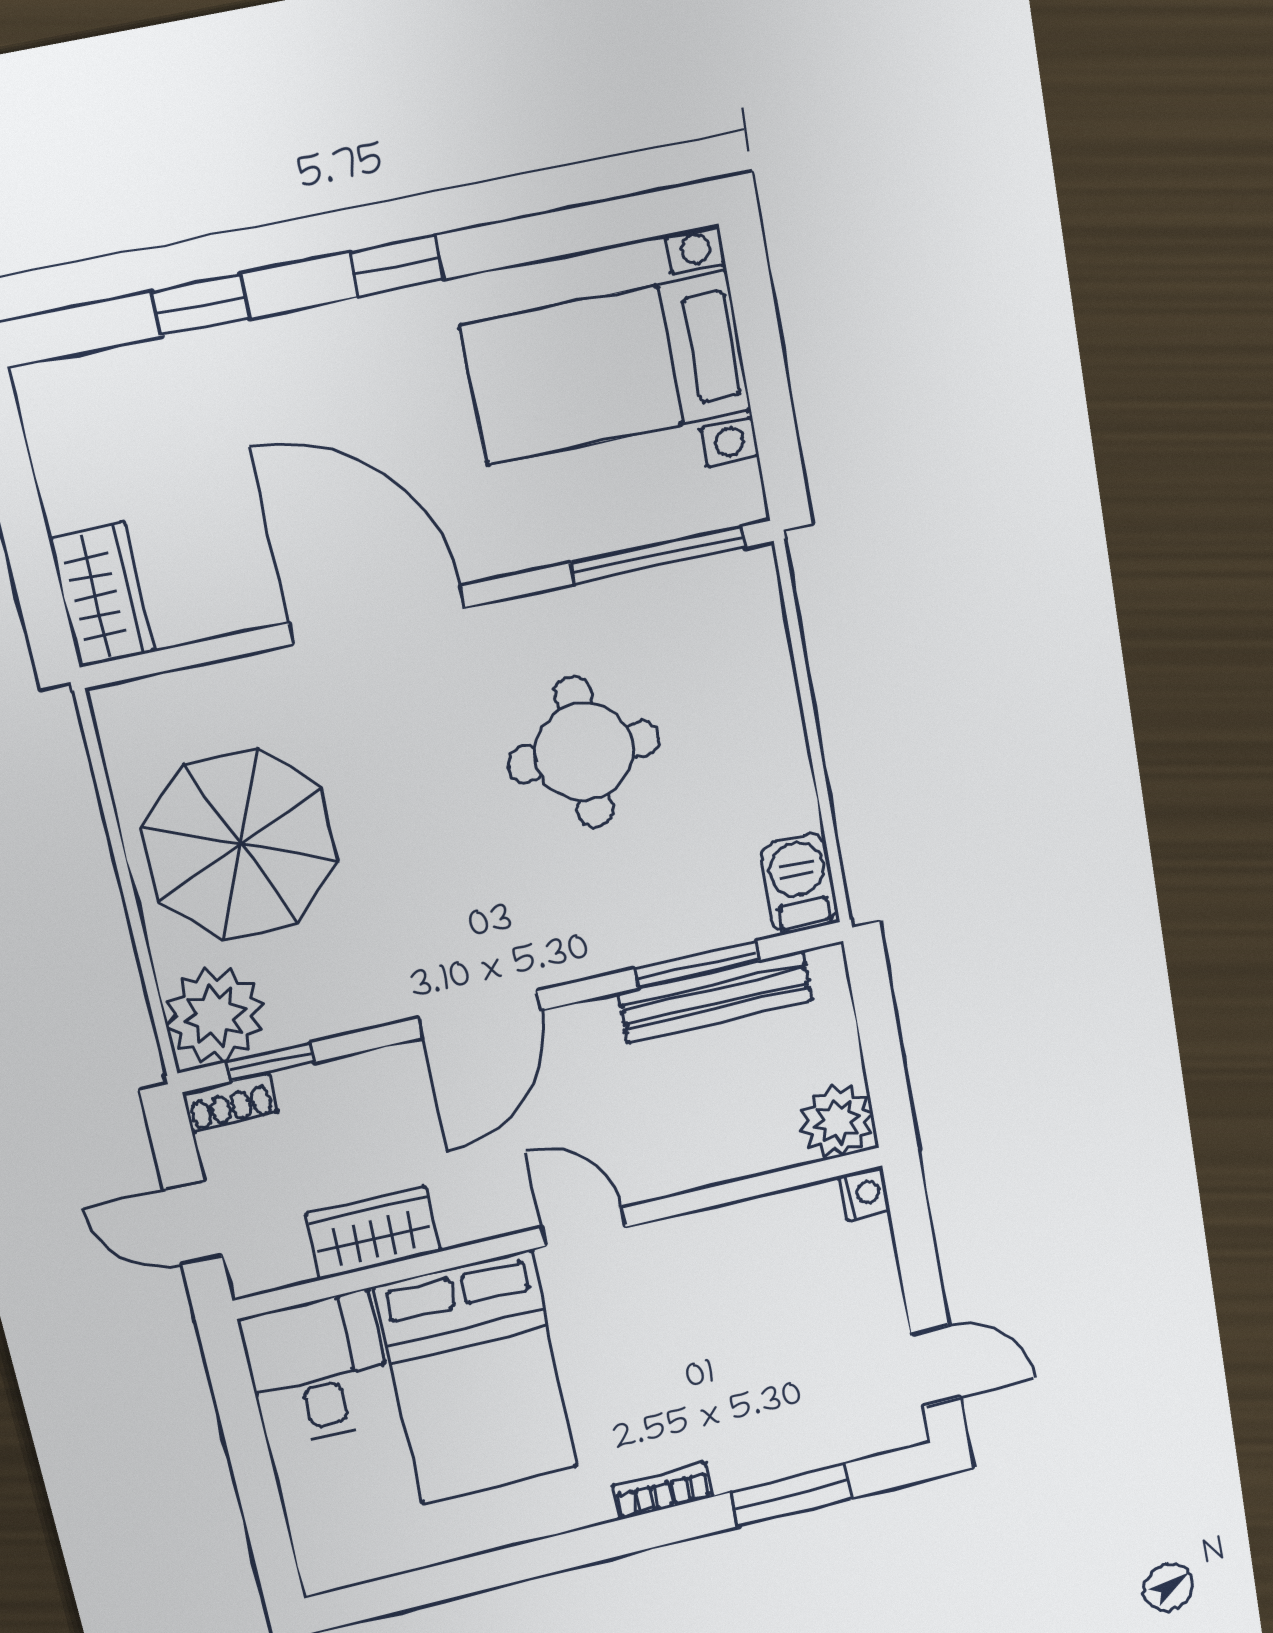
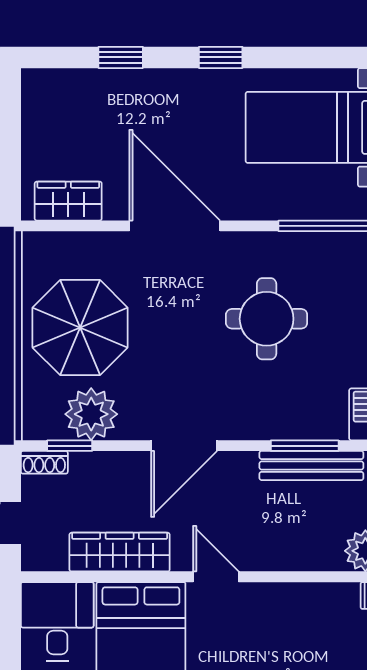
wardrobe: (102, 595) -> (68, 201), moved, turned -90
plant: (215, 1016) -> (91, 414), moved
wardrobe: (373, 1233) -> (120, 552), width x1.50

